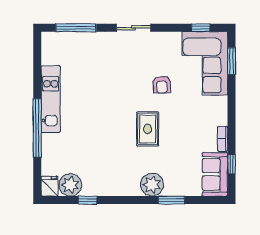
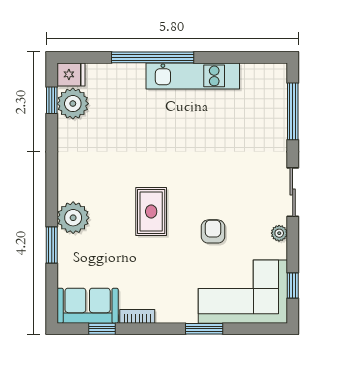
plant: (163, 37) -> (279, 233), added
window: (231, 61) -> (204, 329), moved
armchair: (162, 85) -> (213, 231), turned 92
rug: (148, 129) -> (151, 212), turned 90
window: (88, 200) -> (52, 100), moved

